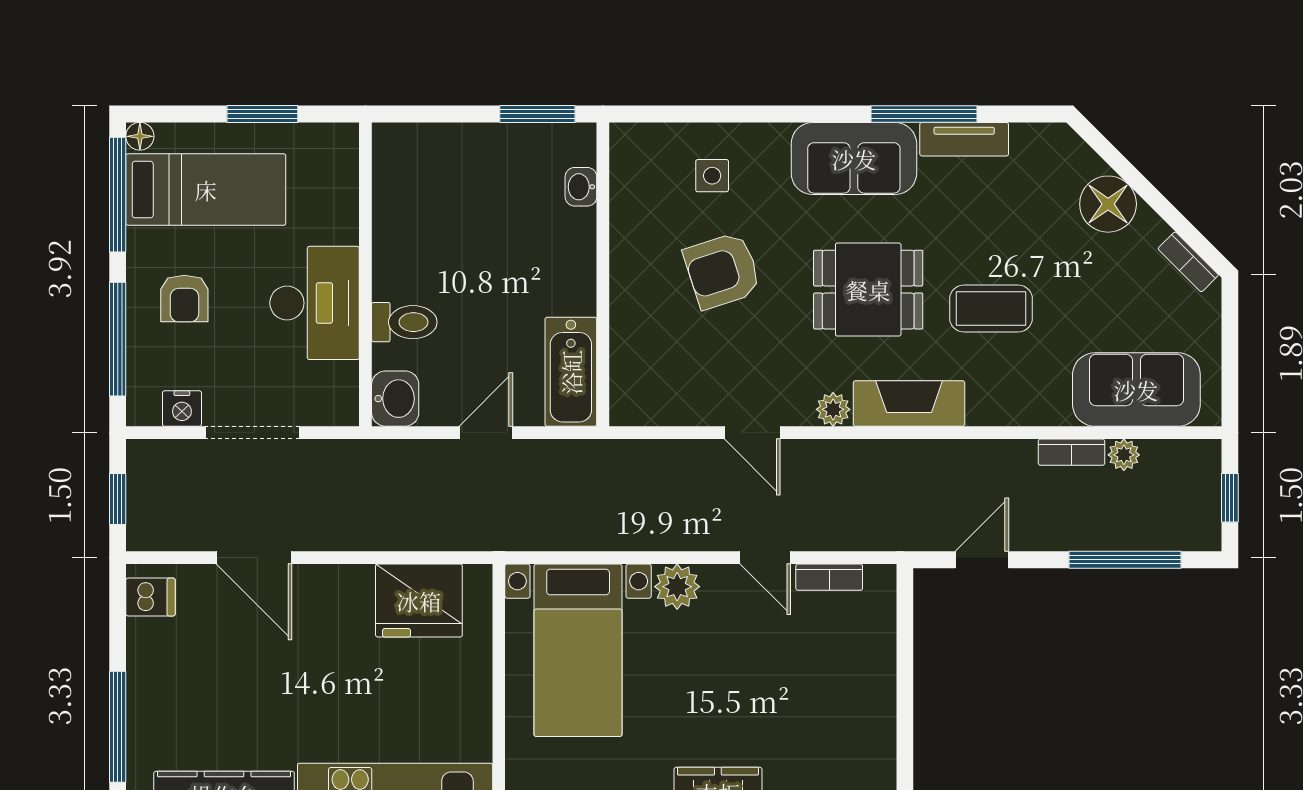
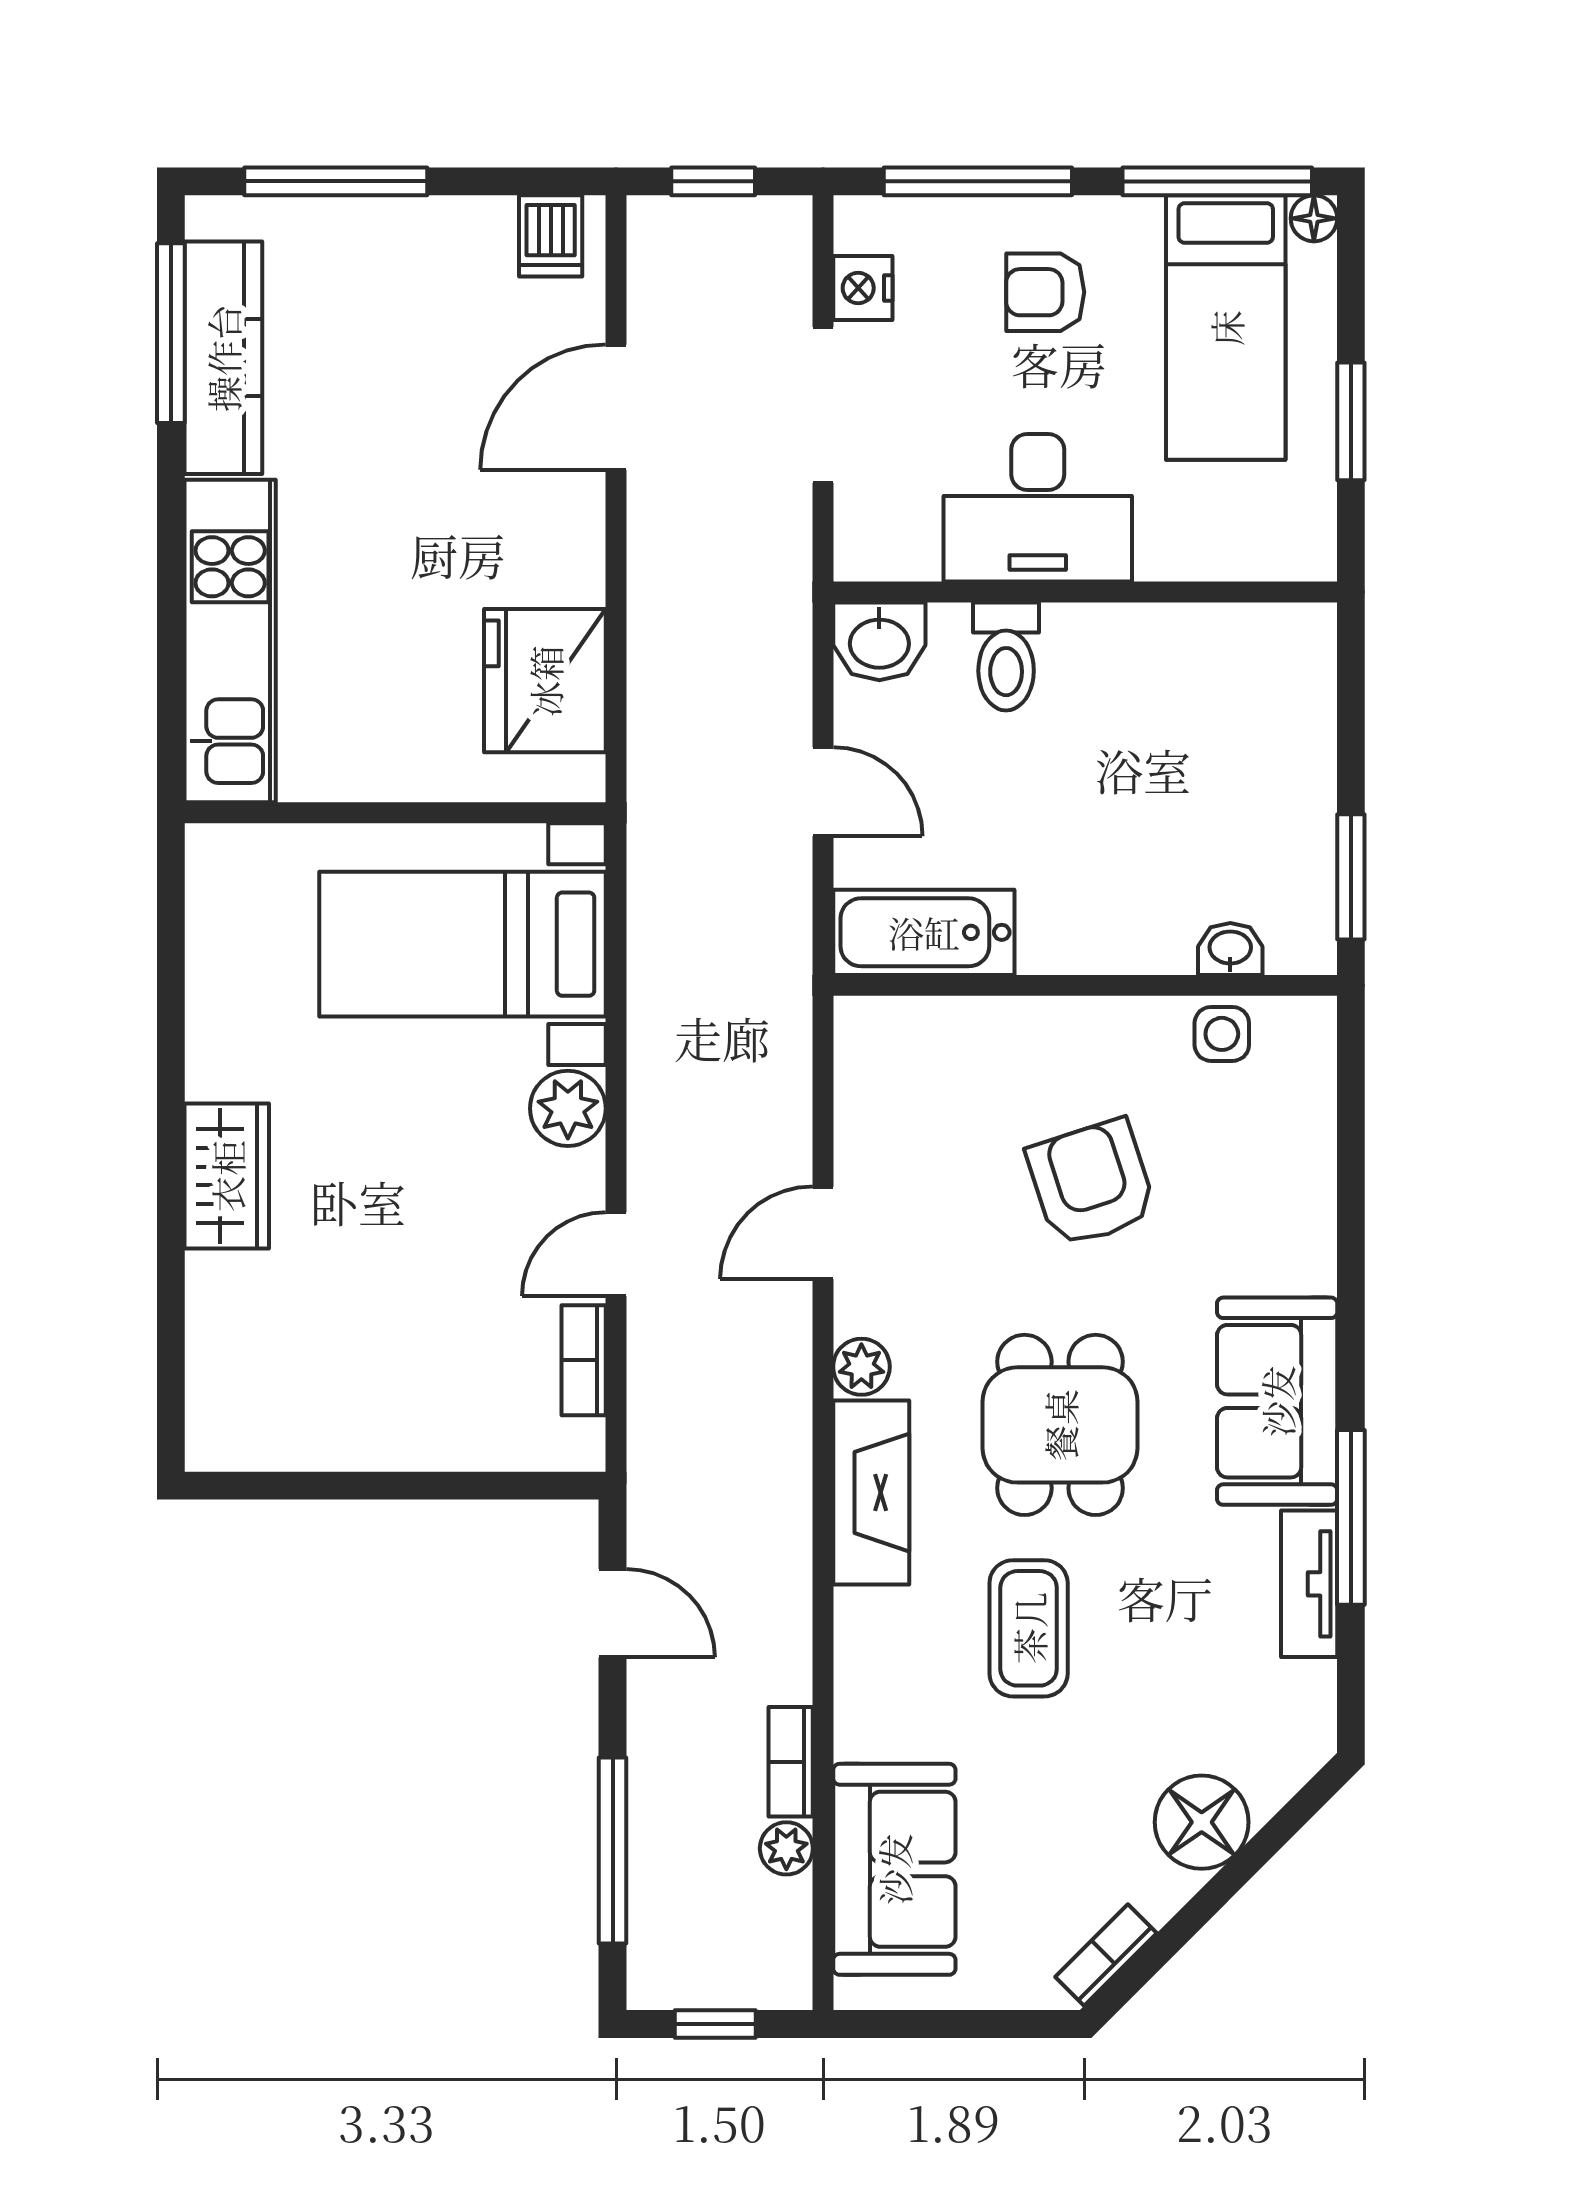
side table: (712, 176) -> (1222, 1034), moved

